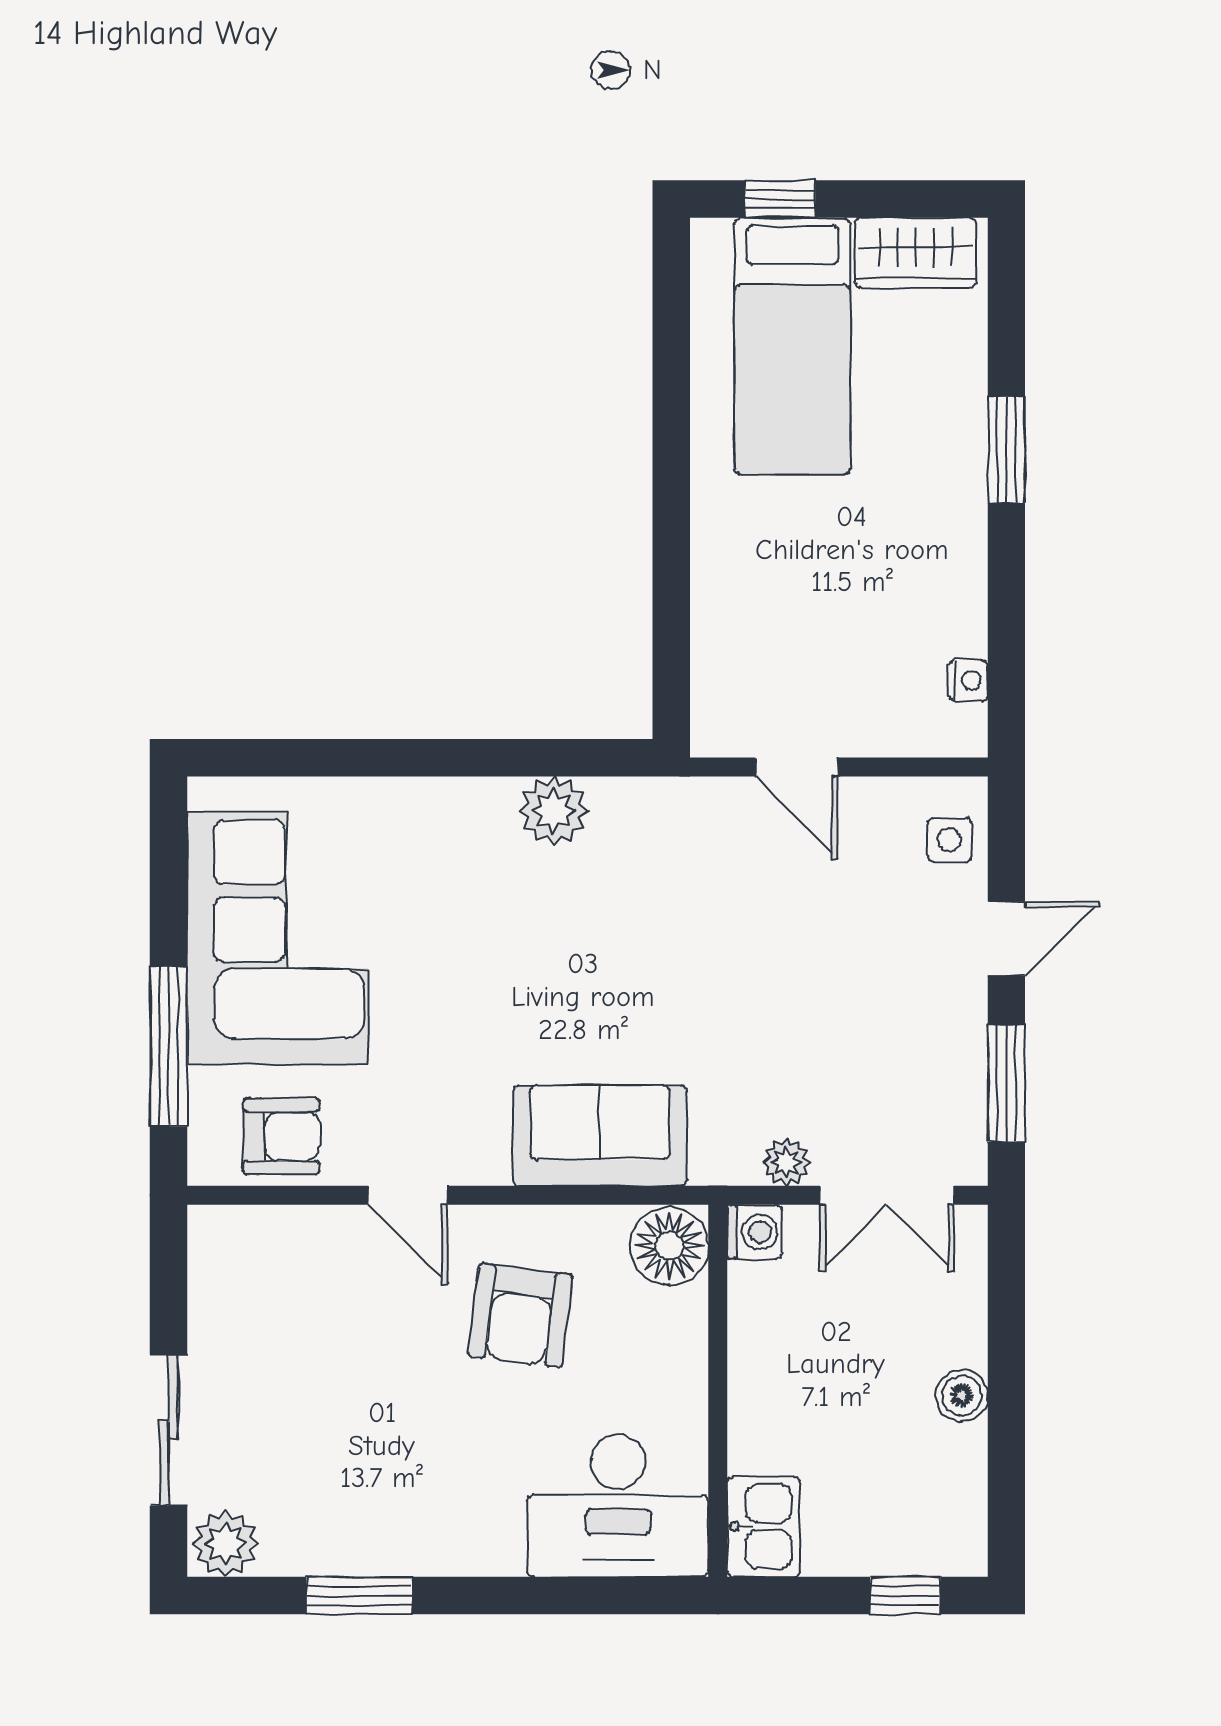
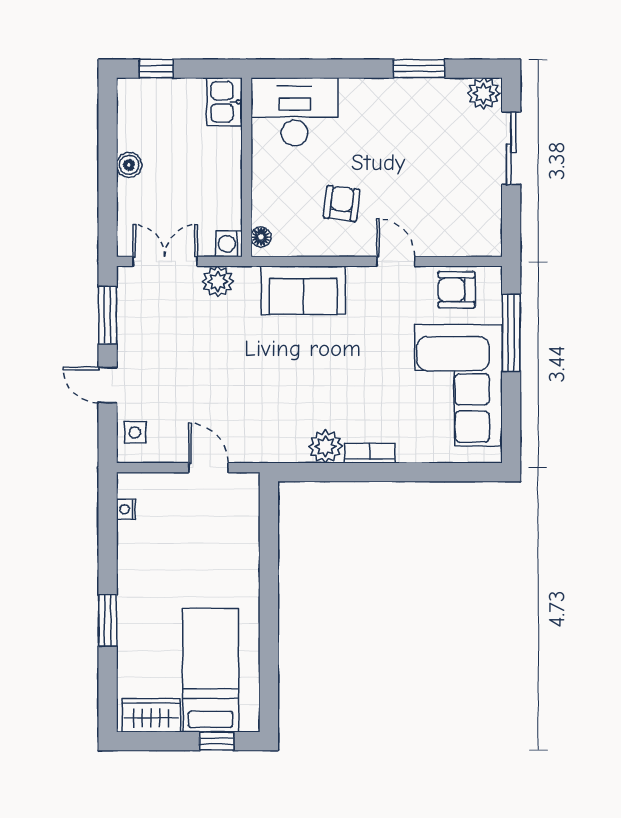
bookcase: (462, 797) -> (370, 453), added
door: (1006, 939) -> (108, 385), hinge flipped
plant: (786, 1162) -> (218, 282), width x1.38, depth x1.38
floor lamp: (669, 1246) -> (261, 237), width x0.53, depth x0.53
armchair: (520, 1315) -> (342, 203), width x0.72, depth x0.72

